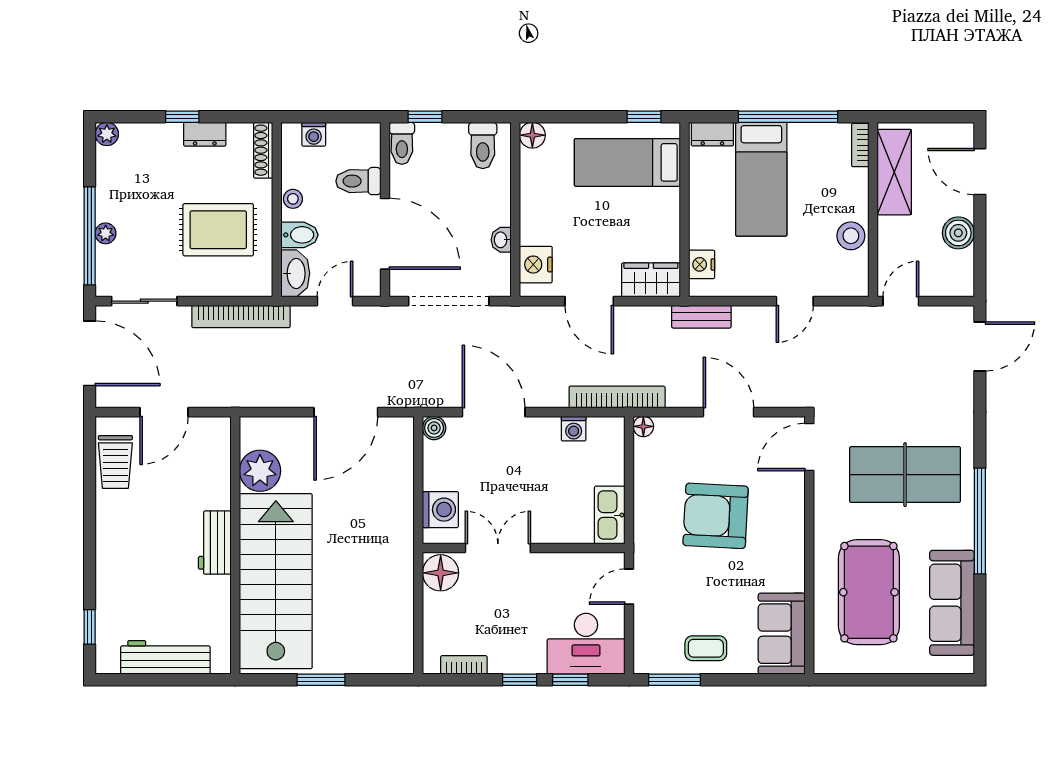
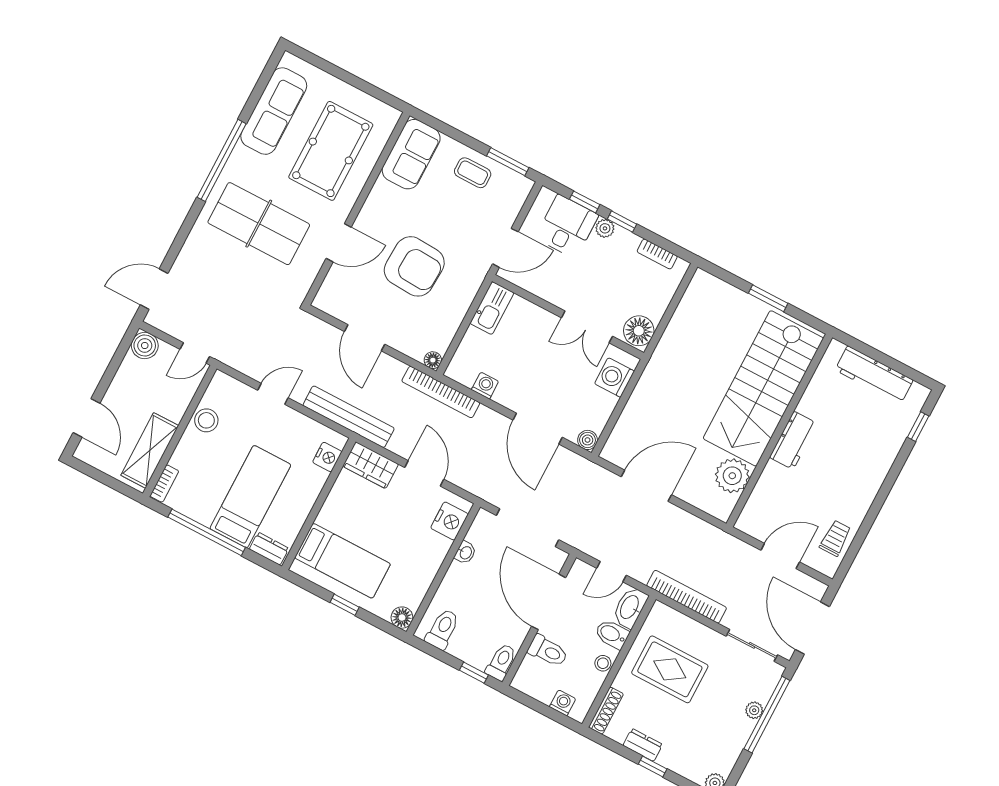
window: (644, 117) -> (345, 605), moved
boiler: (958, 233) -> (145, 346), moved
bench: (701, 317) -> (349, 417), width x1.86, depth x1.21
door: (809, 447) -> (339, 243), moved
trolley: (115, 462) -> (835, 538), width x0.73, depth x0.72
door: (629, 587) -> (505, 248), width x1.38
desk: (586, 644) -> (567, 226), width x0.73
plant: (534, 663) -> (605, 228), added

